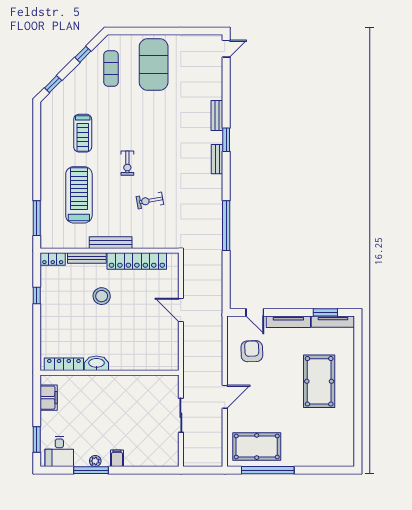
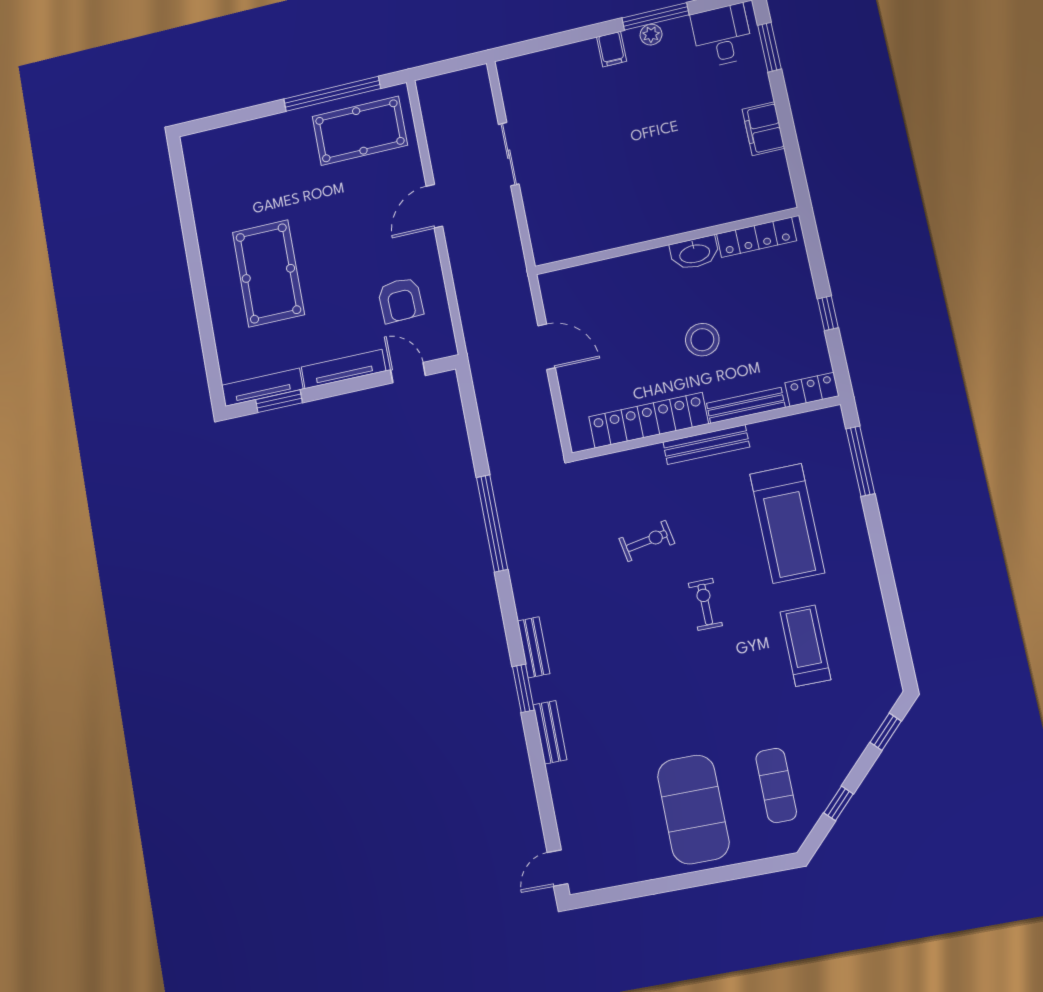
washbasin: (96, 363) -> (694, 253), moved
locker: (64, 364) -> (756, 237), moved
wall: (110, 373) -> (666, 241), moved

